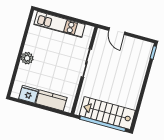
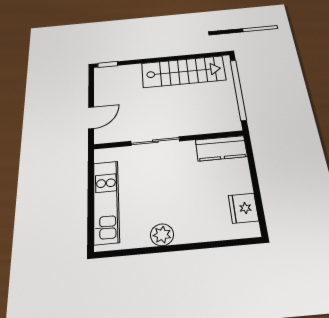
plant: (27, 58) -> (162, 235), moved
kitchen counter: (51, 100) -> (221, 148), moved, turned -90
stairs: (107, 113) -> (183, 72), moved, turned -90

